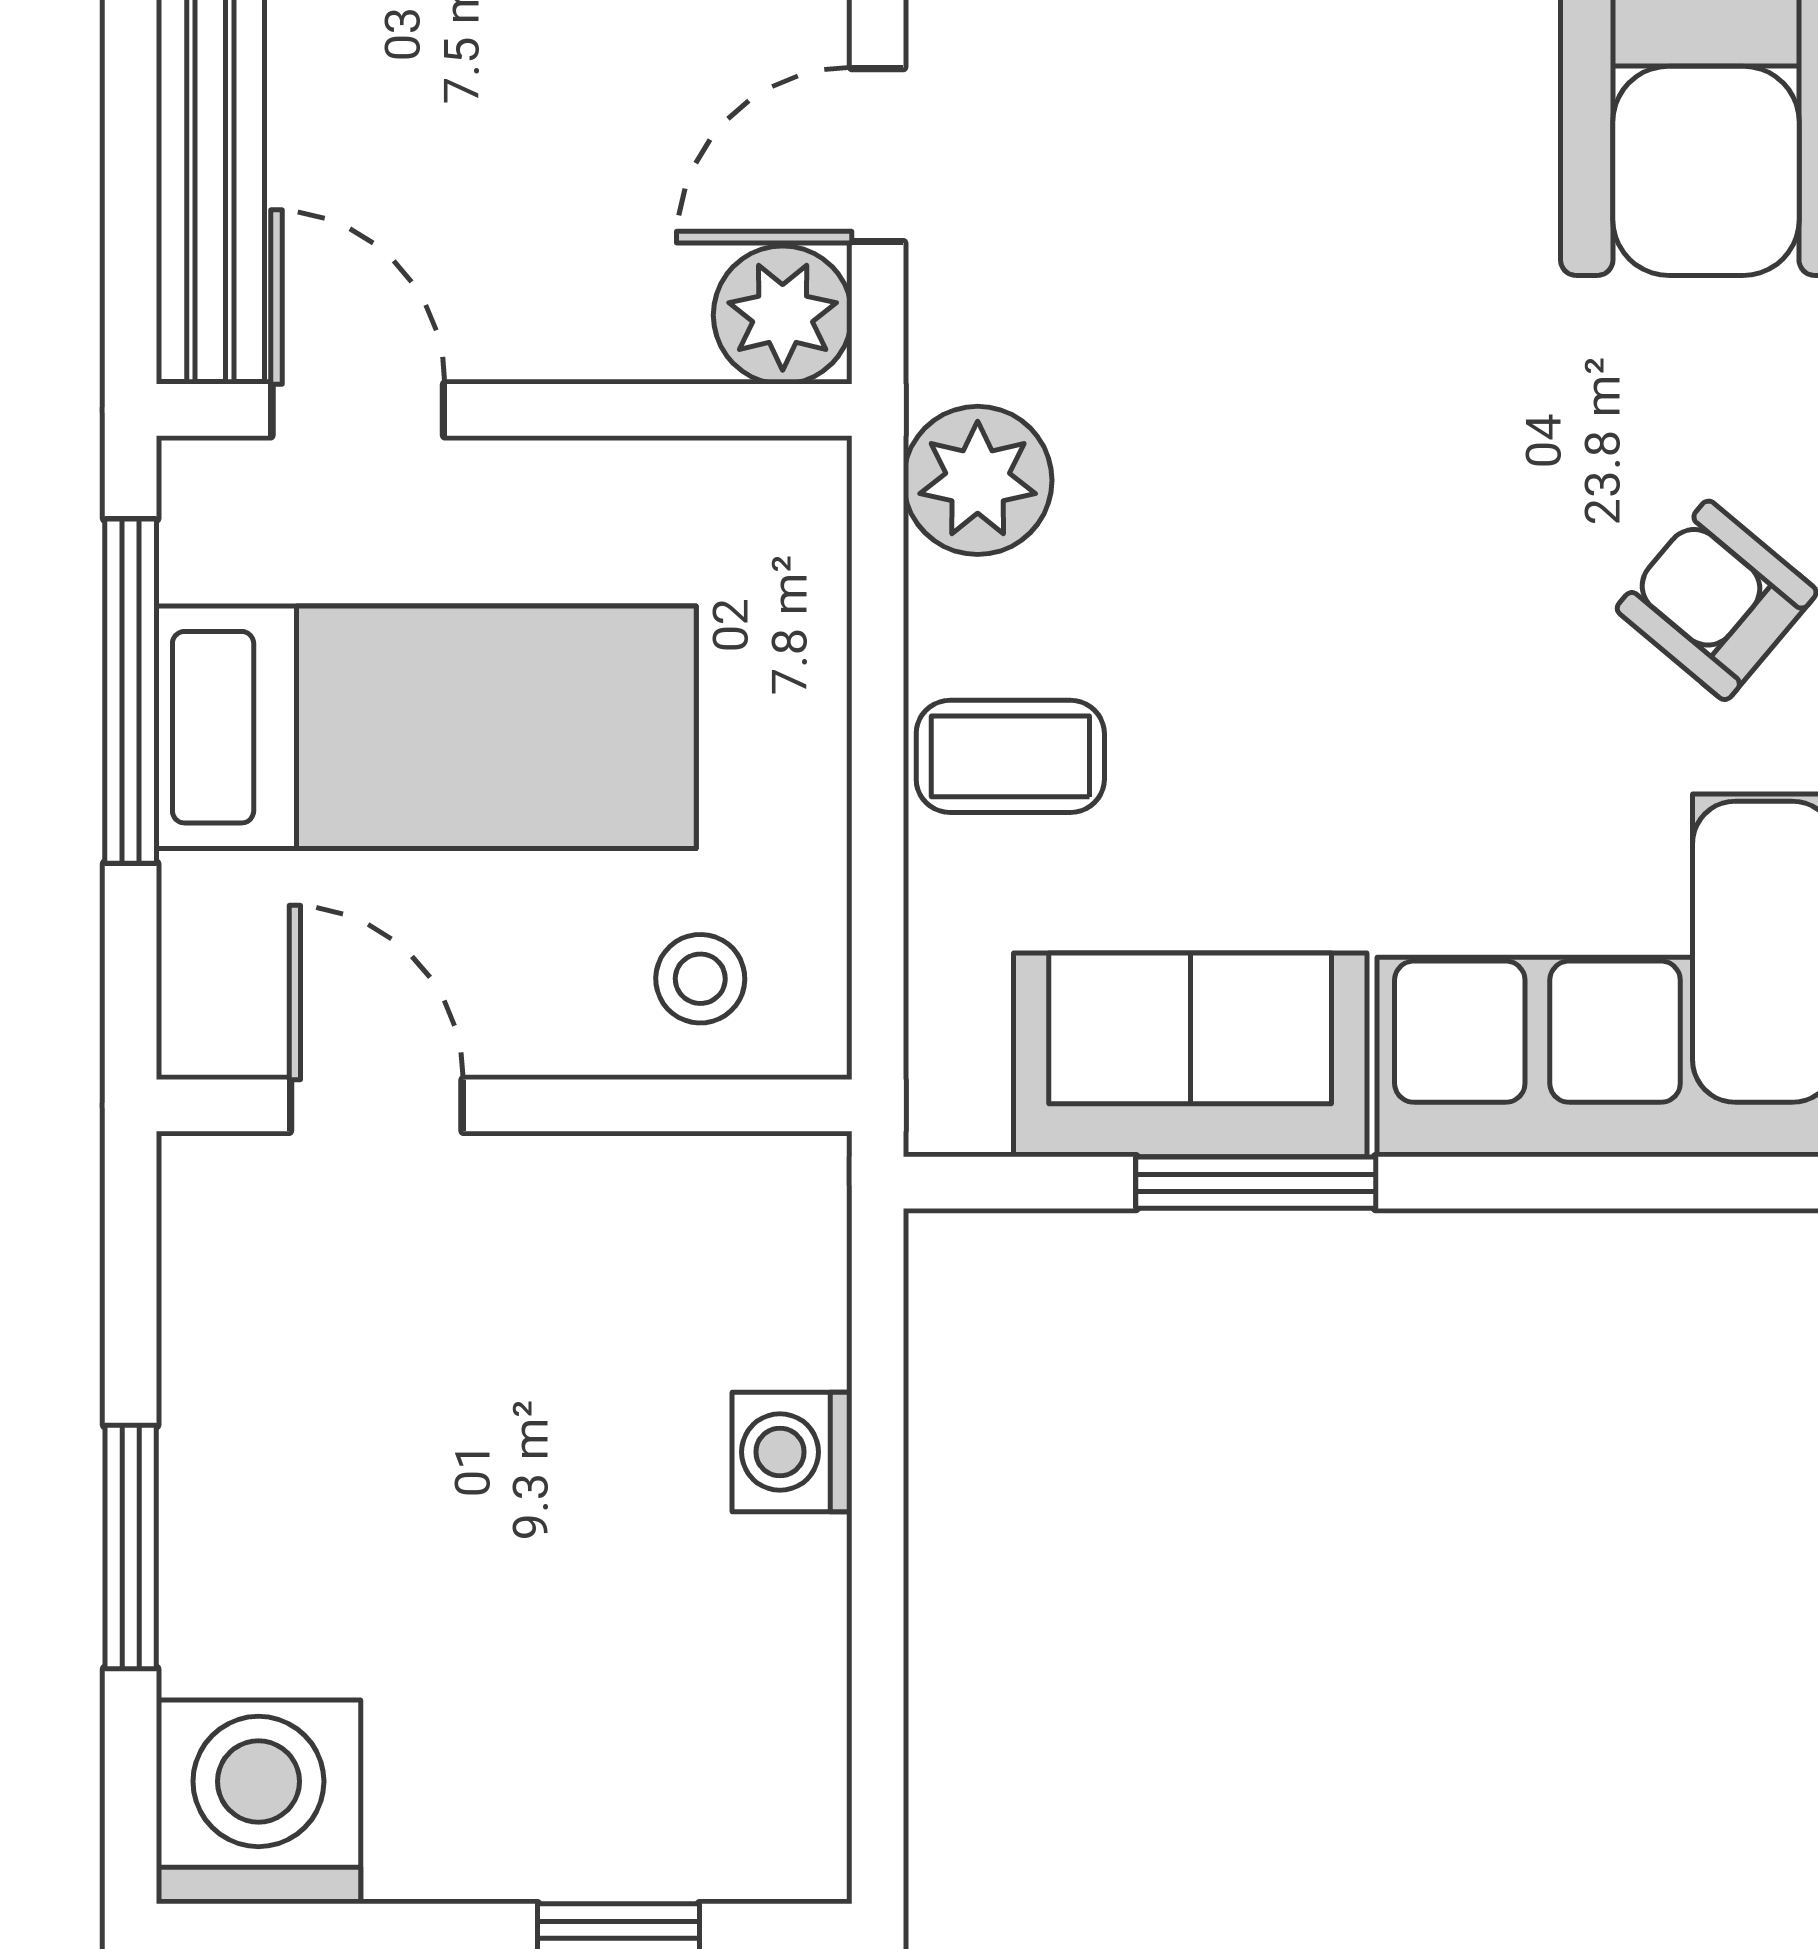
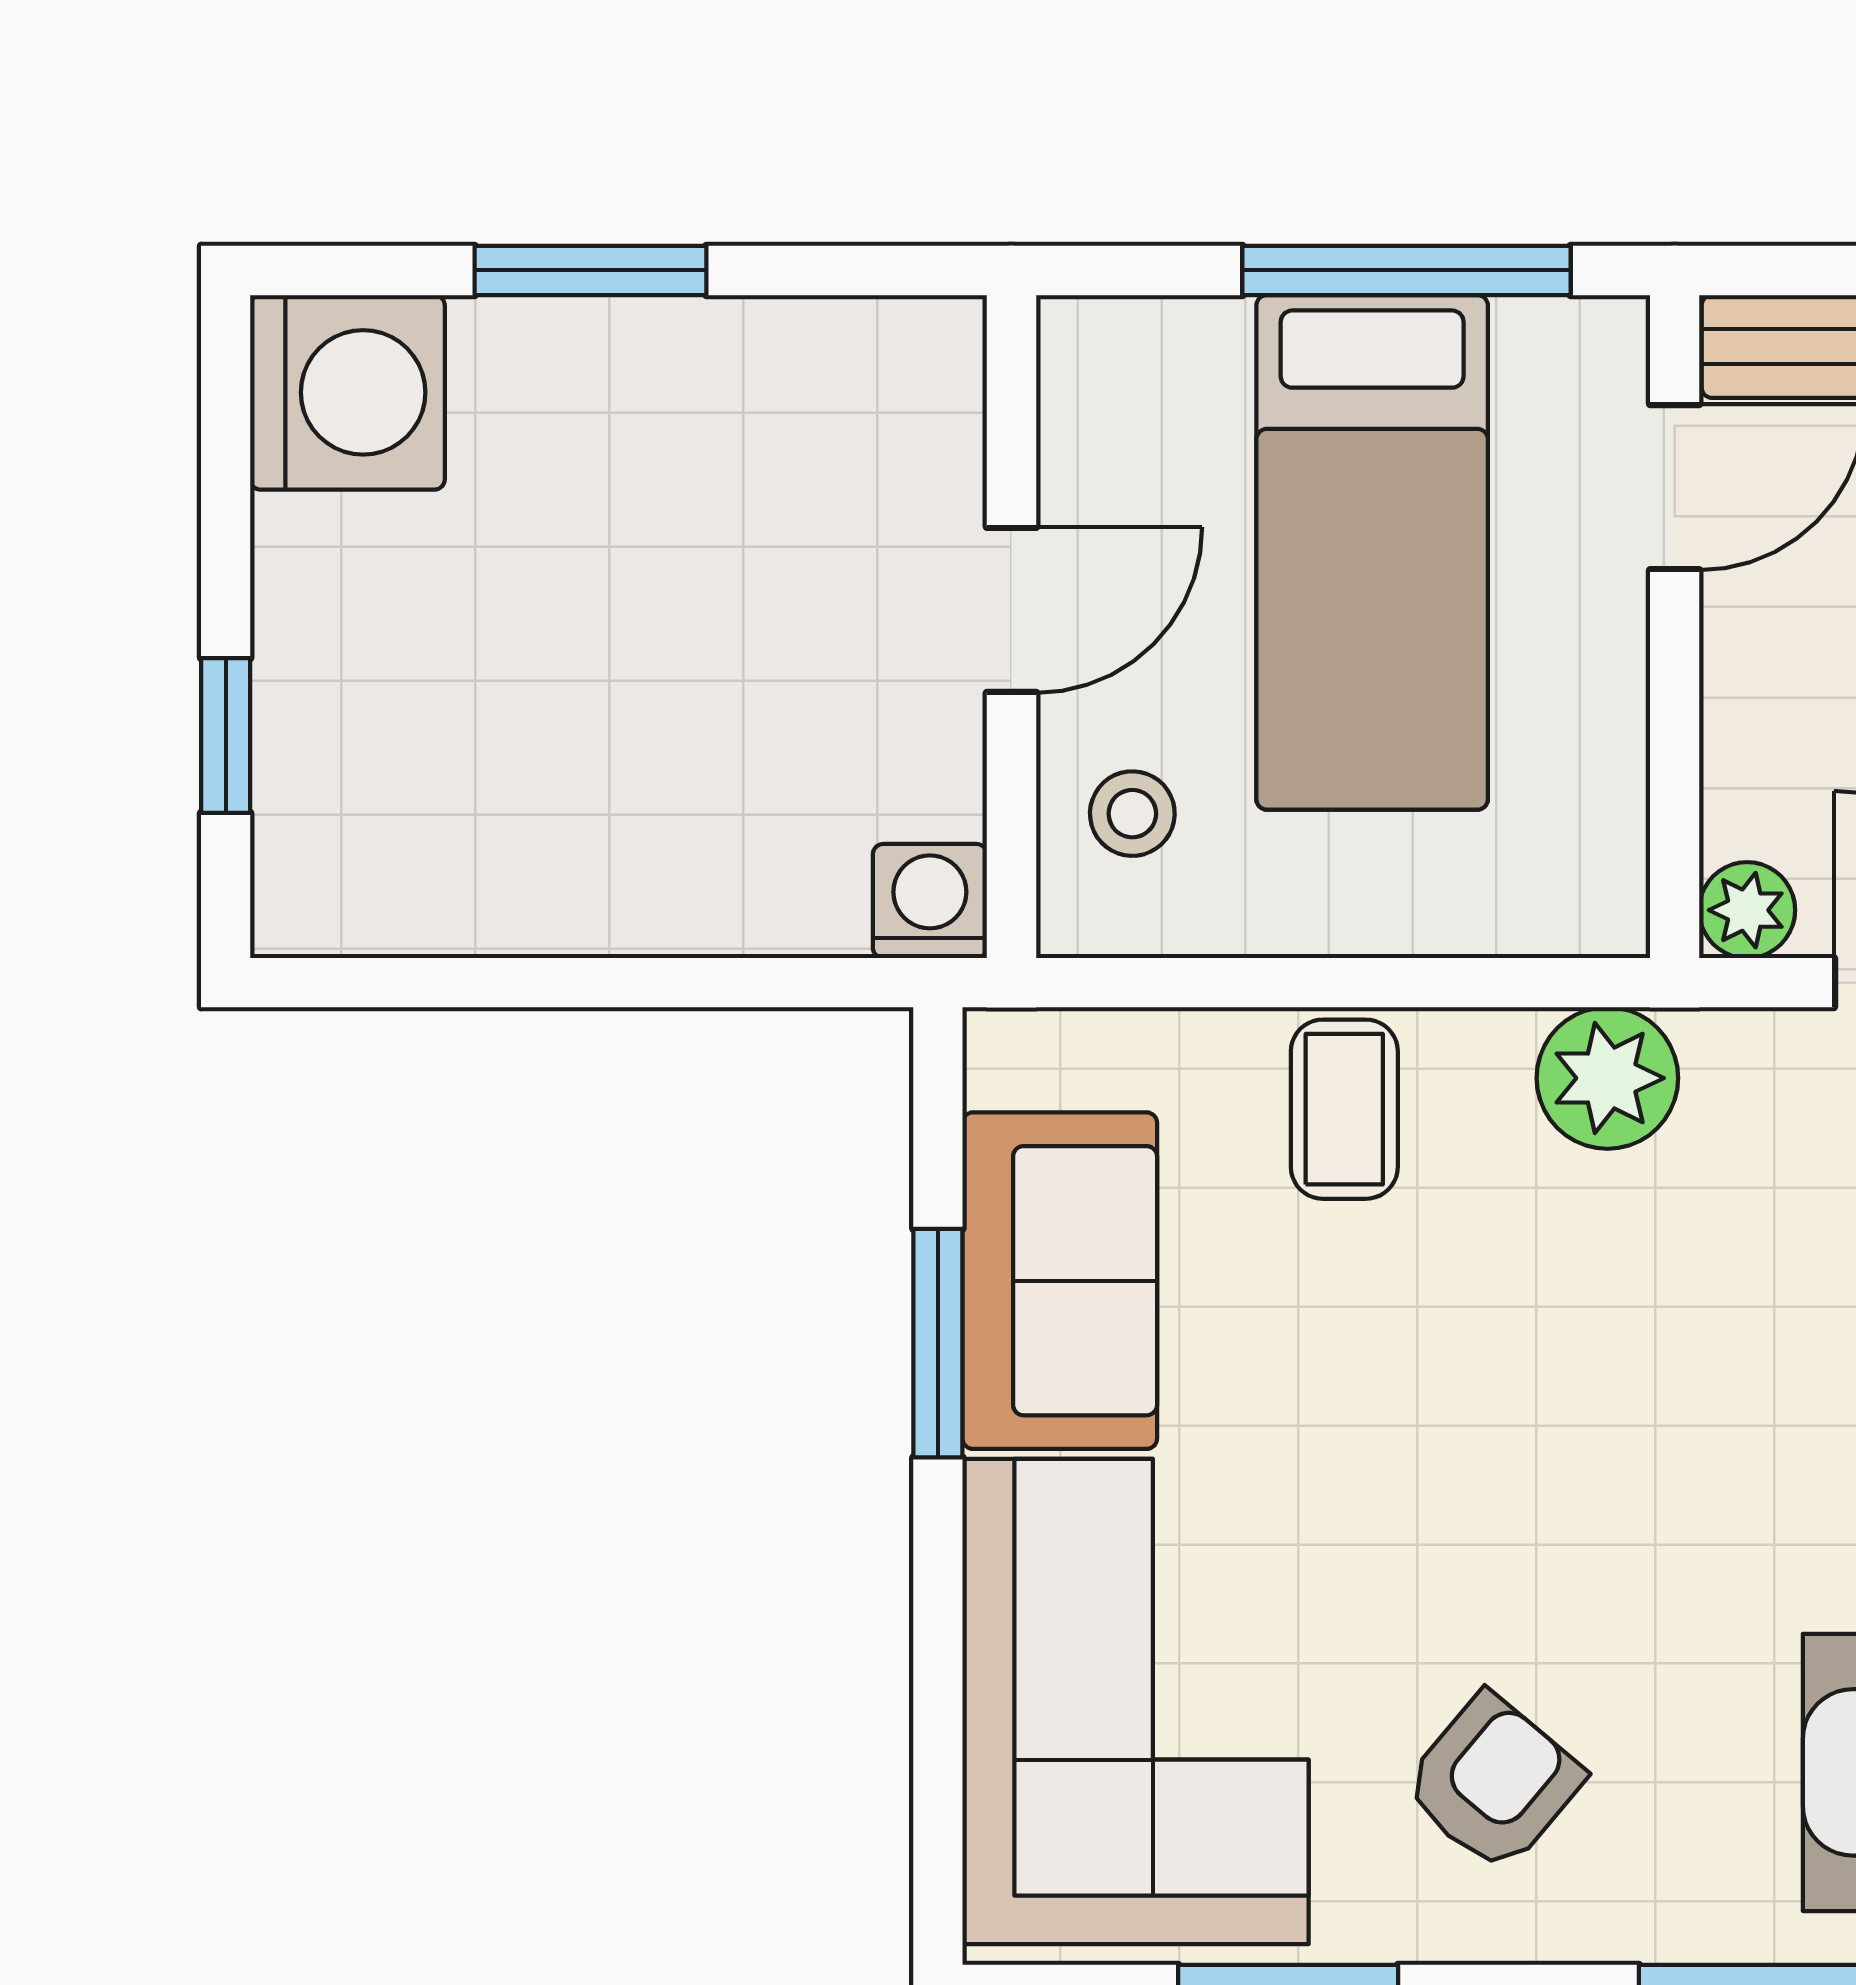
plant: (783, 315) -> (1747, 910), width x0.73, depth x0.73
door: (376, 1105) -> (1012, 610), moved
washing machine: (792, 1452) -> (930, 901), moved

